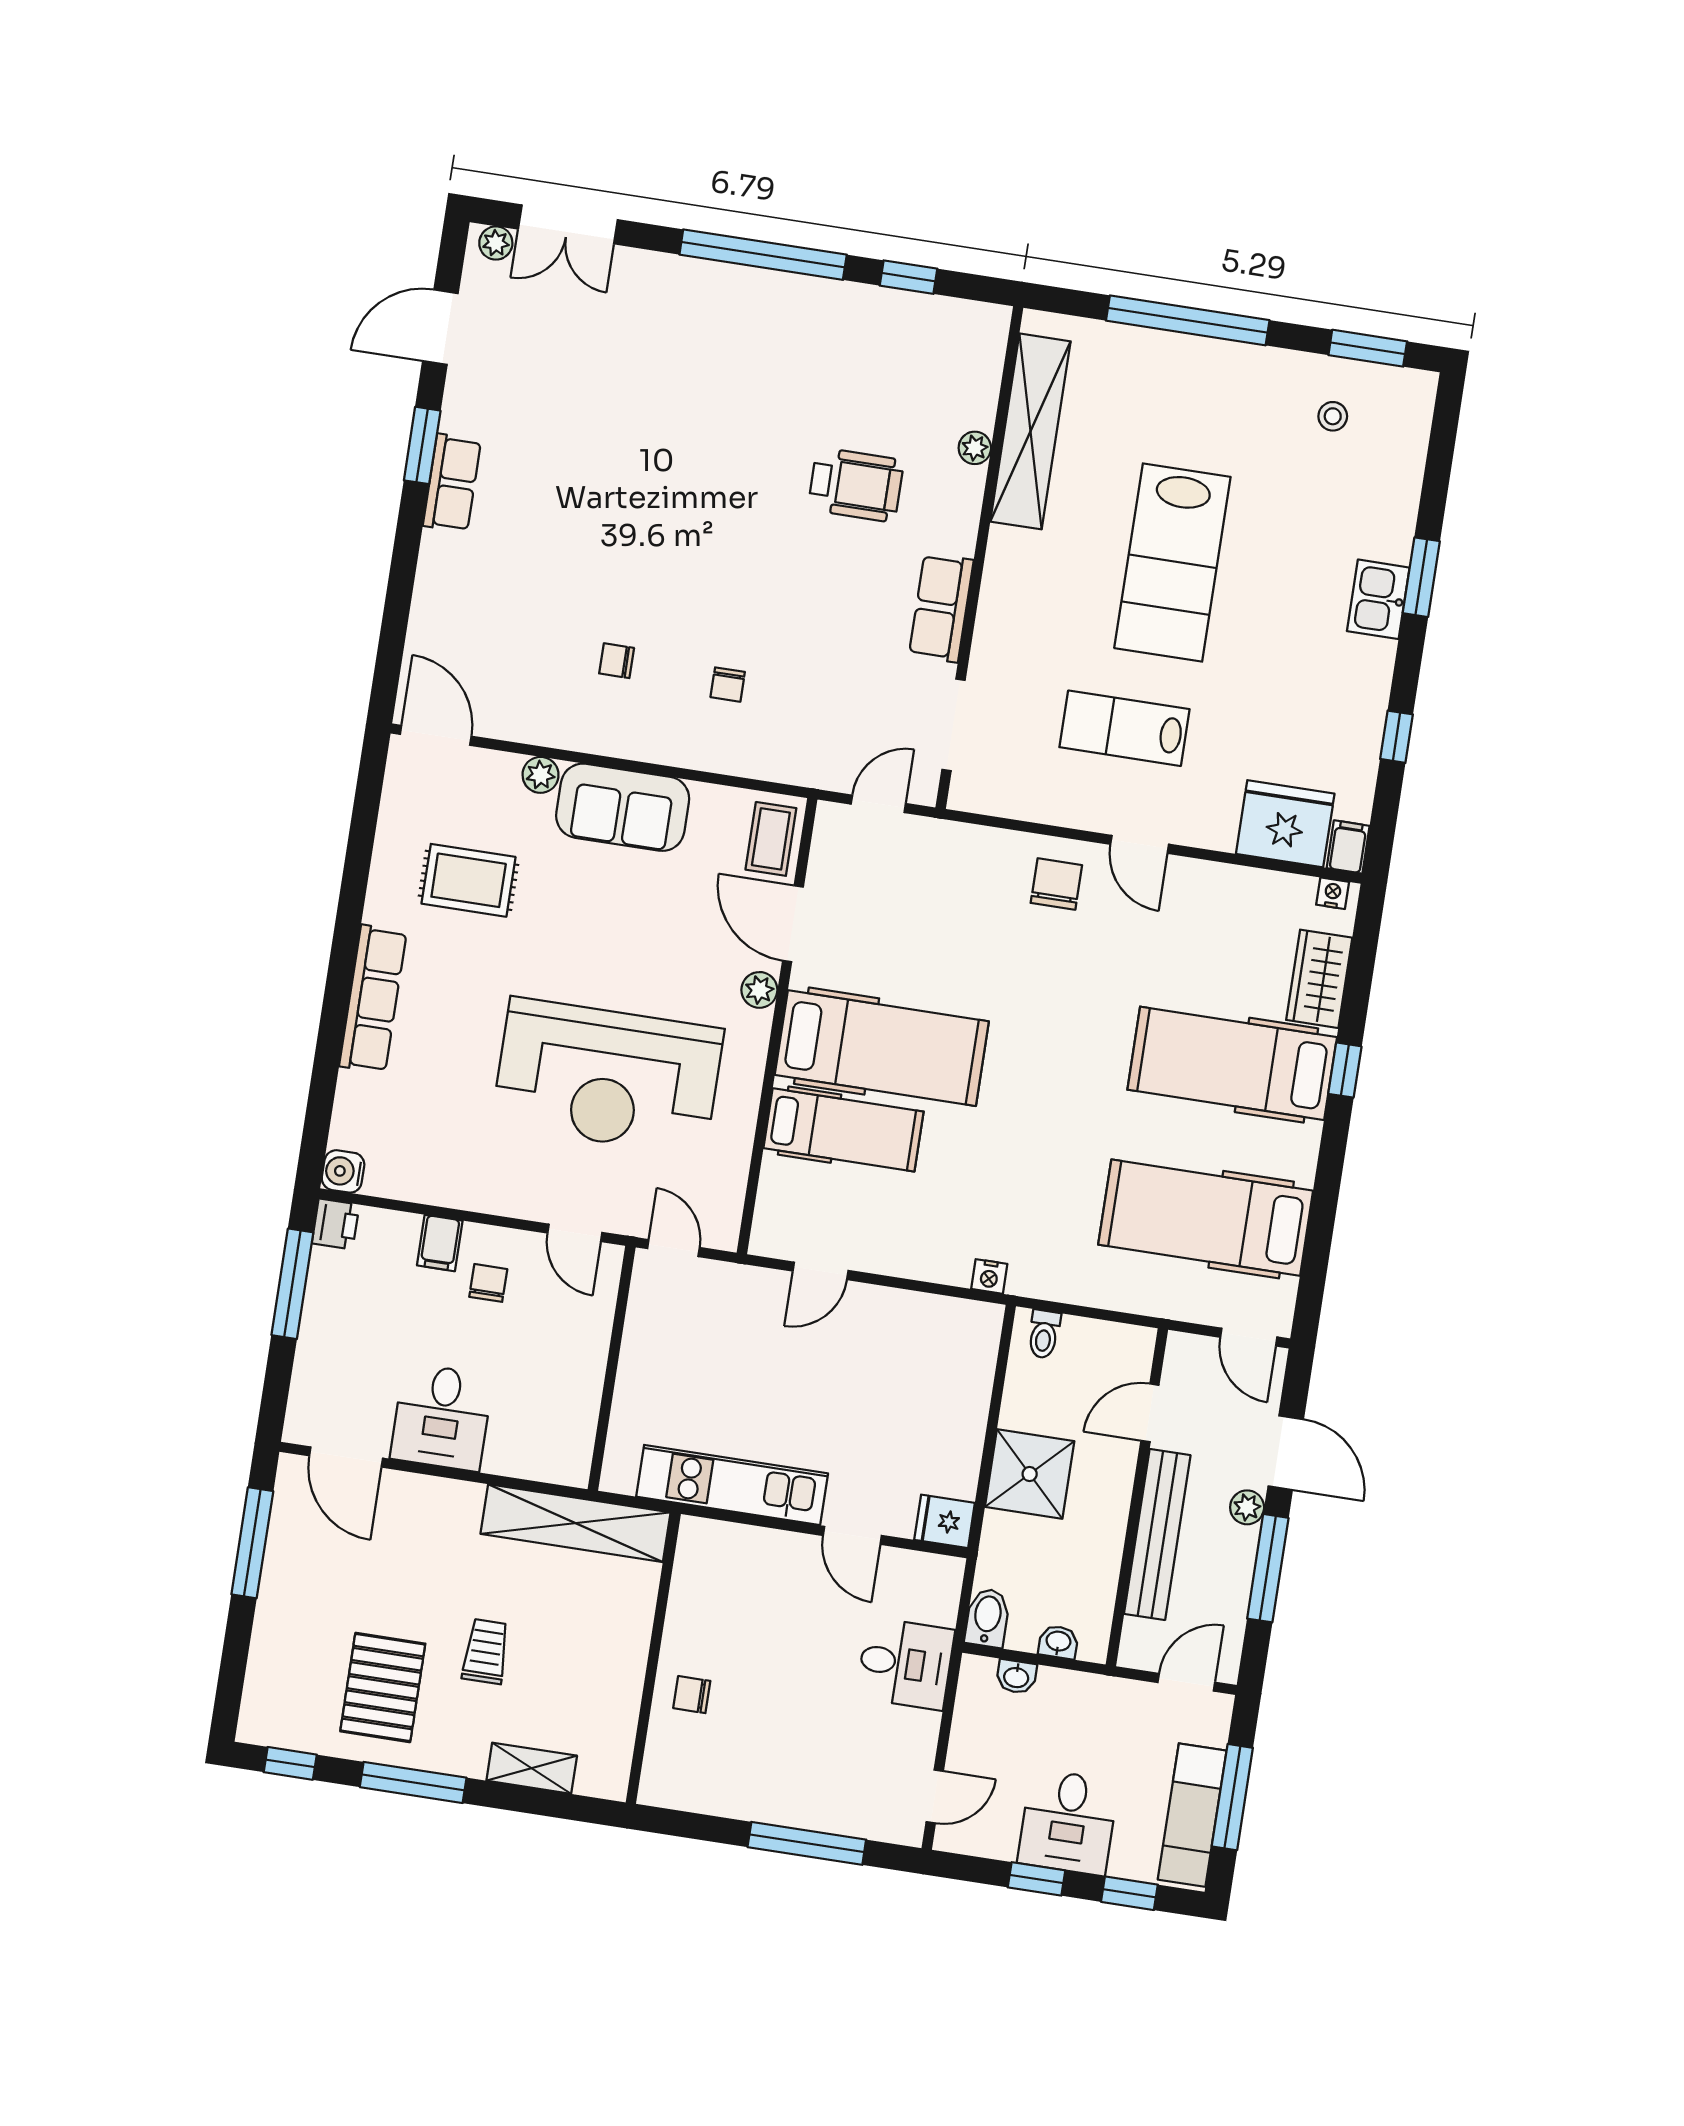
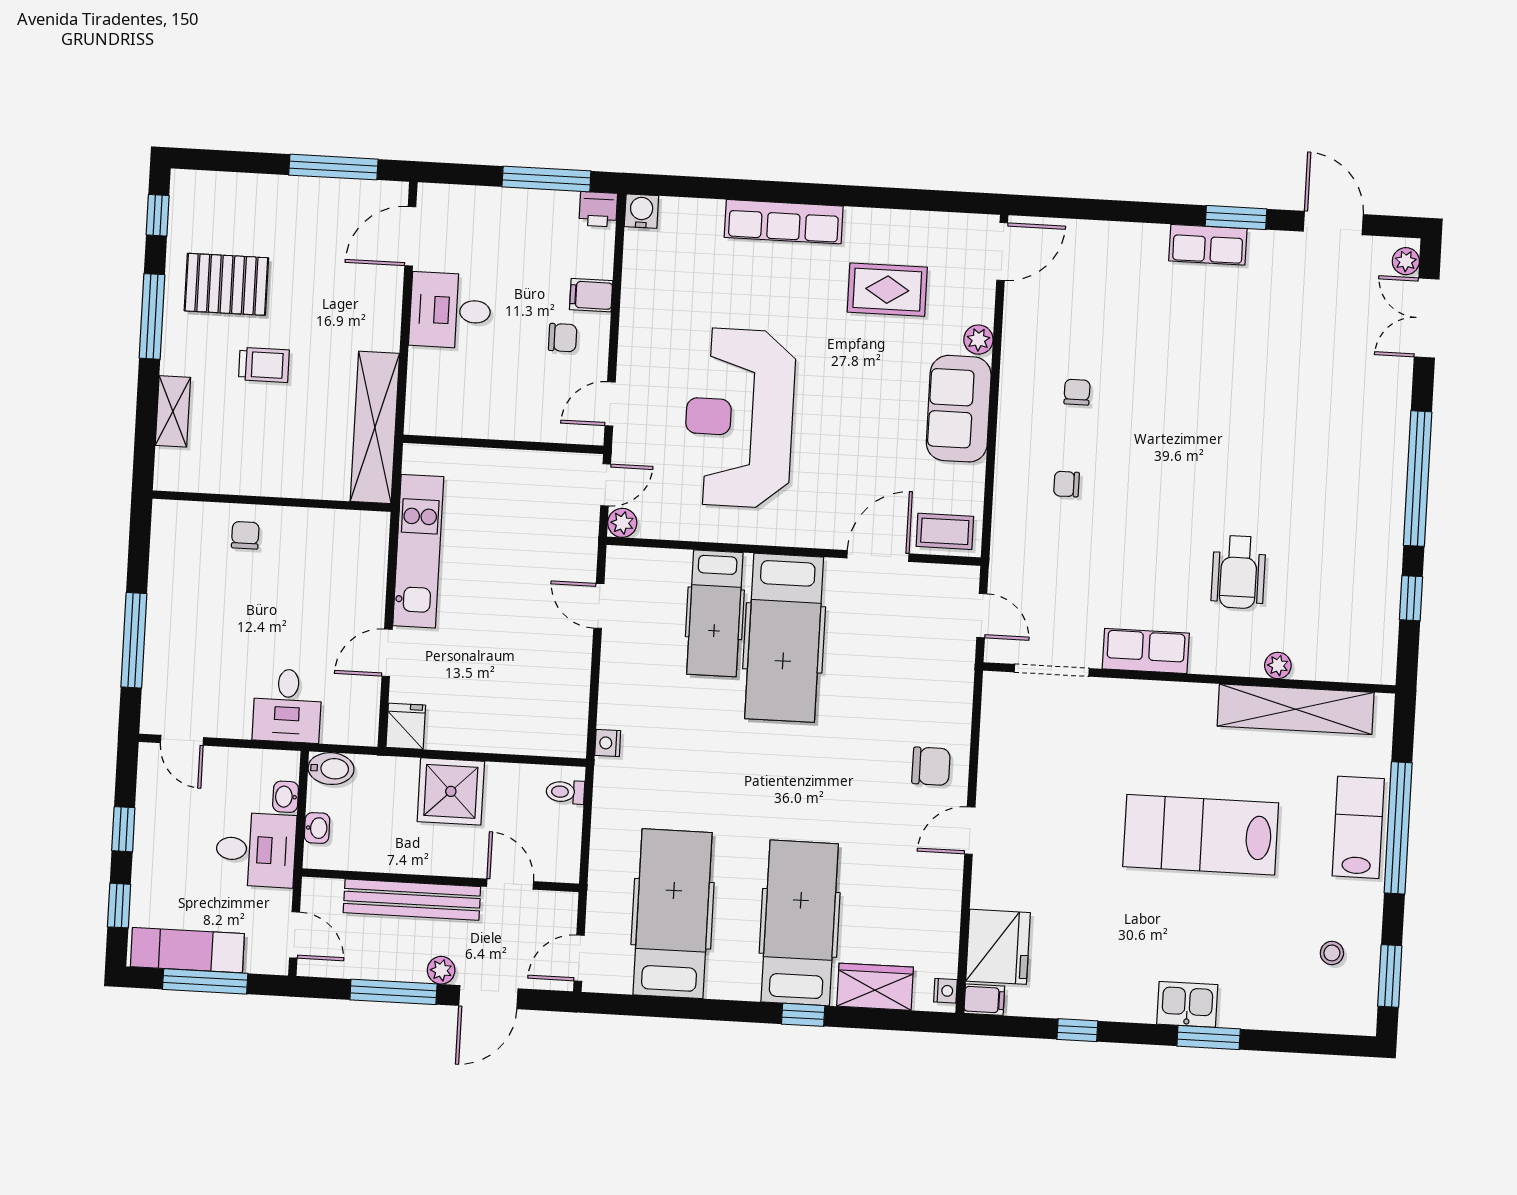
lab bench: (1125, 728) -> (1358, 827), moved
rug: (469, 880) -> (887, 290), turned 90
plant: (759, 990) -> (622, 523), moved
desk: (1068, 1822) -> (256, 850), moved, turned 180

